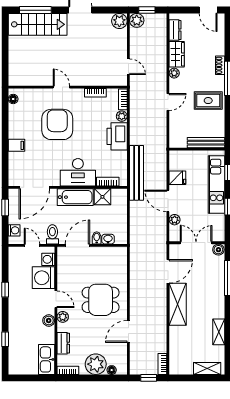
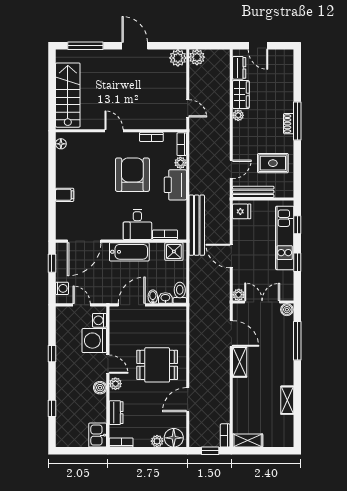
window: (147, 10) -> (208, 46), removed
door: (208, 10) -> (258, 46), moved
stairs: (38, 24) -> (68, 95), moved, turned -90
shoe rack: (220, 65) -> (289, 124), moved
rug: (208, 101) -> (273, 163), moved
door: (168, 102) -> (231, 169), moved
armchair: (57, 124) -> (132, 175), moved
bench: (206, 143) -> (253, 192), moved
desk: (78, 172) -> (137, 224), width x0.73
fridge: (177, 178) -> (242, 211), moved
shower: (102, 197) -> (174, 251), moved
plant: (175, 220) -> (239, 295), moved
toilet: (52, 234) -> (180, 293), moved
door: (168, 271) -> (231, 334), hinge flipped
shelving: (178, 304) -> (240, 362), width x0.67, depth x0.75
kitchen sink: (47, 359) -> (98, 435), width x0.73
plant: (96, 364) -> (157, 441), width x0.53, depth x0.53
shelving: (207, 368) -> (248, 440), moved
floor lamp: (112, 370) -> (174, 438), width x1.89, depth x1.89

